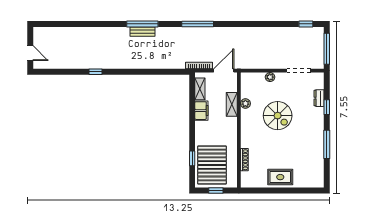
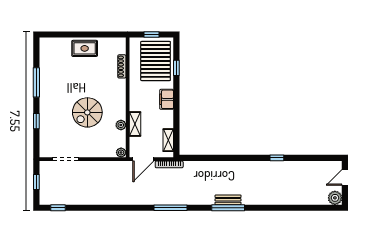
plant: (40, 33) -> (335, 198), added
window: (327, 49) -> (36, 182), width x0.46
door: (30, 53) -> (345, 177), hinge flipped
plant: (270, 77) -> (121, 152), moved
dresser: (319, 98) -> (44, 131), removed
filing cabinet: (201, 111) -> (167, 99), moved
spiral stairs: (278, 116) -> (87, 112), turned -90

